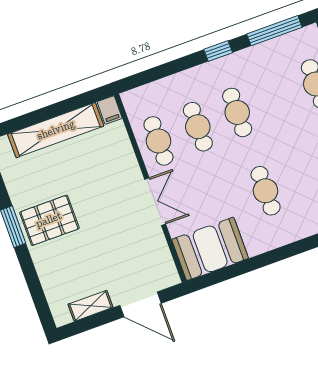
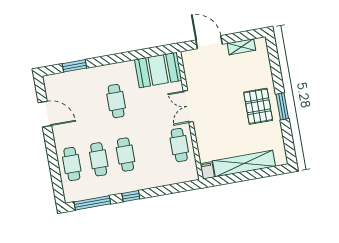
cafe table: (198, 127) -> (99, 159), moved
pallet: (49, 220) -> (258, 106), turned 90

